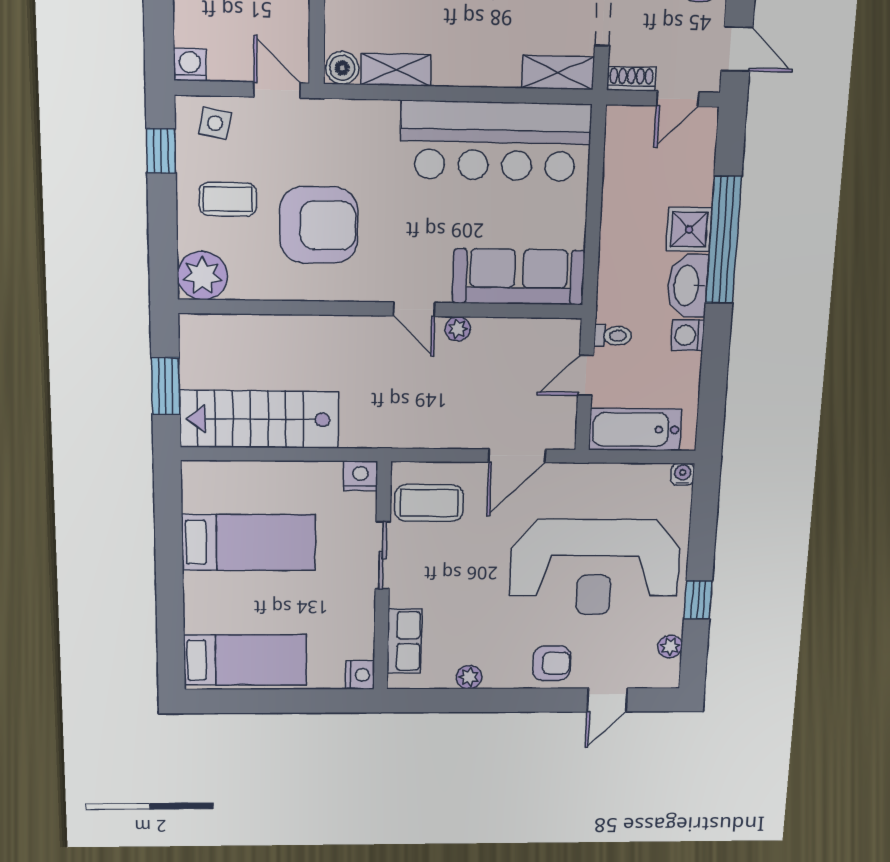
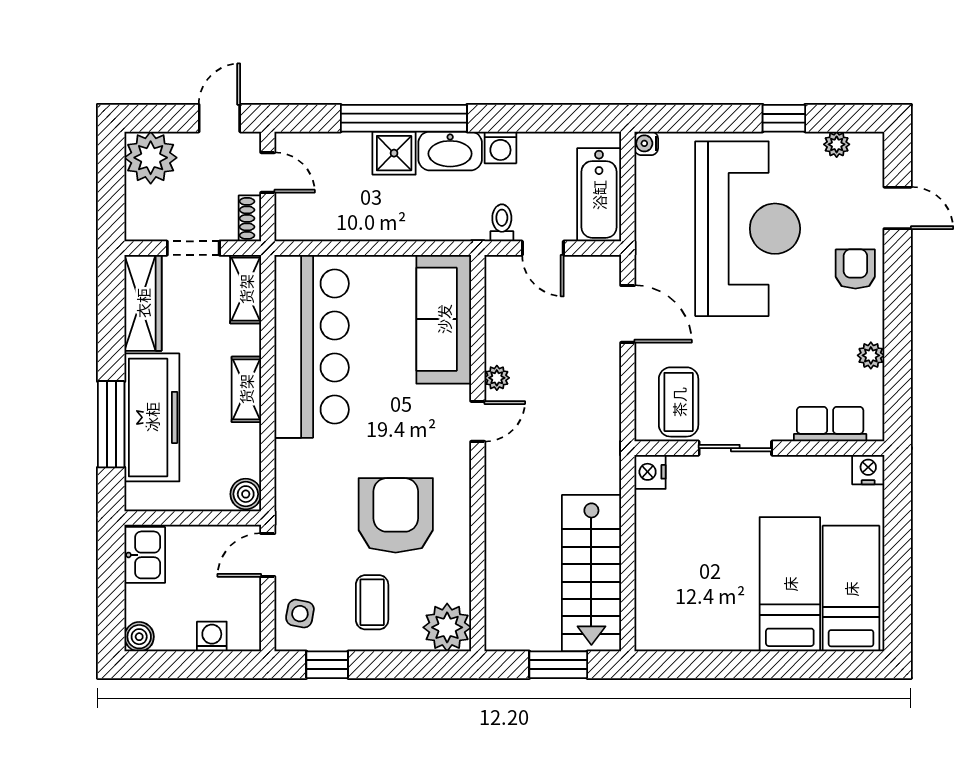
washing machine: (190, 65) -> (212, 636), moved, turned 90
shelving: (396, 70) -> (246, 389), moved
bed: (249, 542) -> (790, 584), moved

